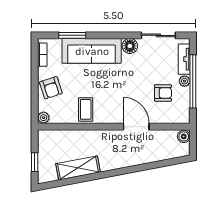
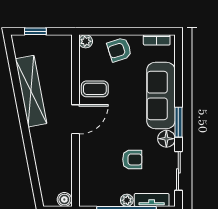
window: (72, 35) -> (178, 122), moved
armchair: (163, 93) -> (132, 159), moved, turned -90
door: (136, 127) -> (76, 119), moved
shelving: (78, 168) -> (31, 91), width x1.47

